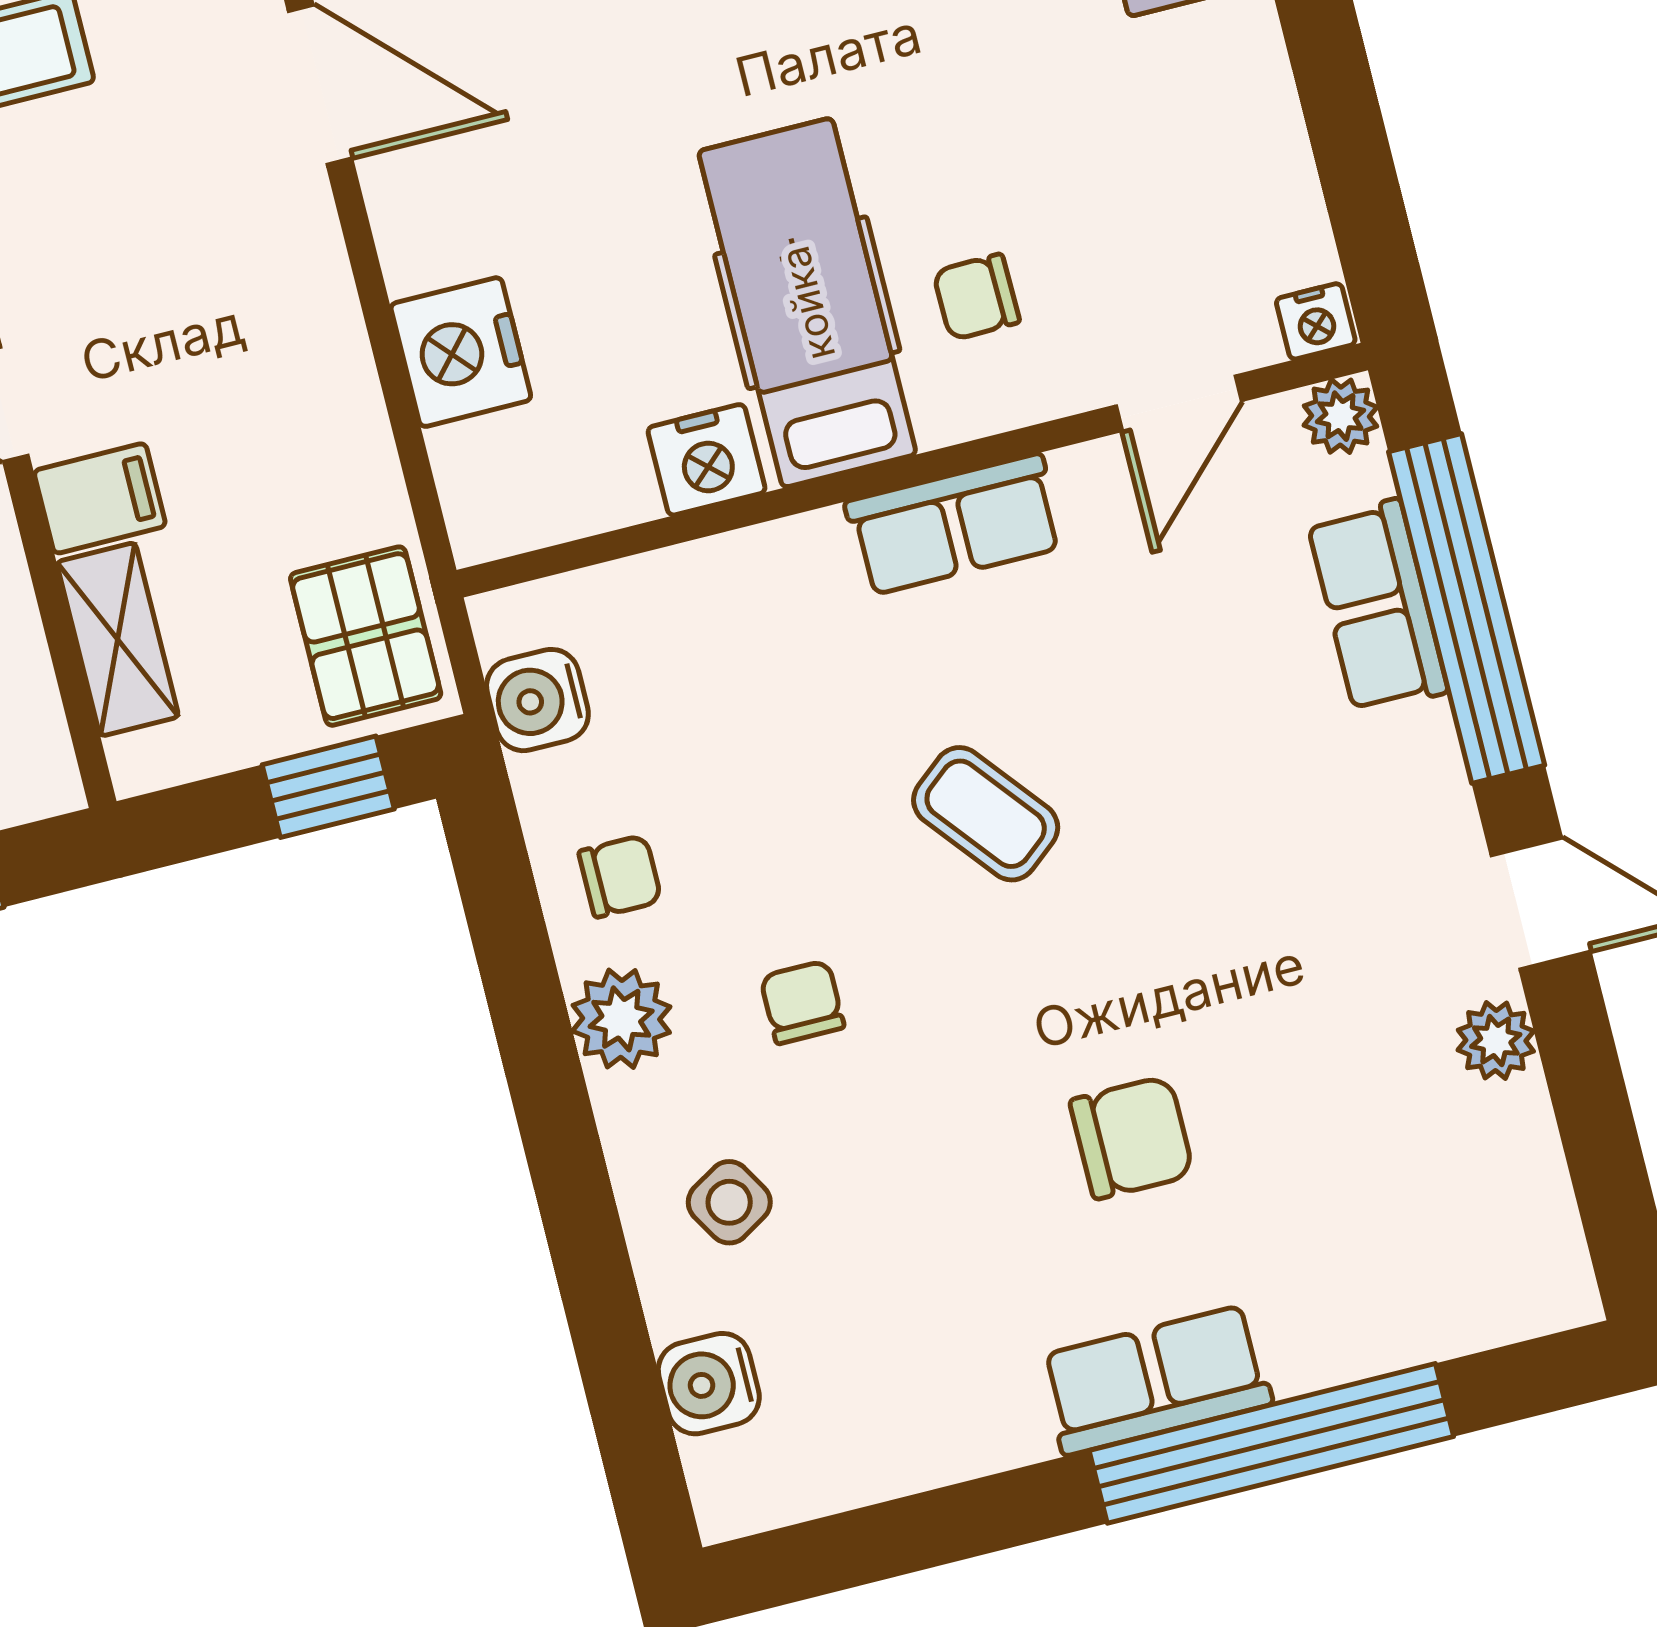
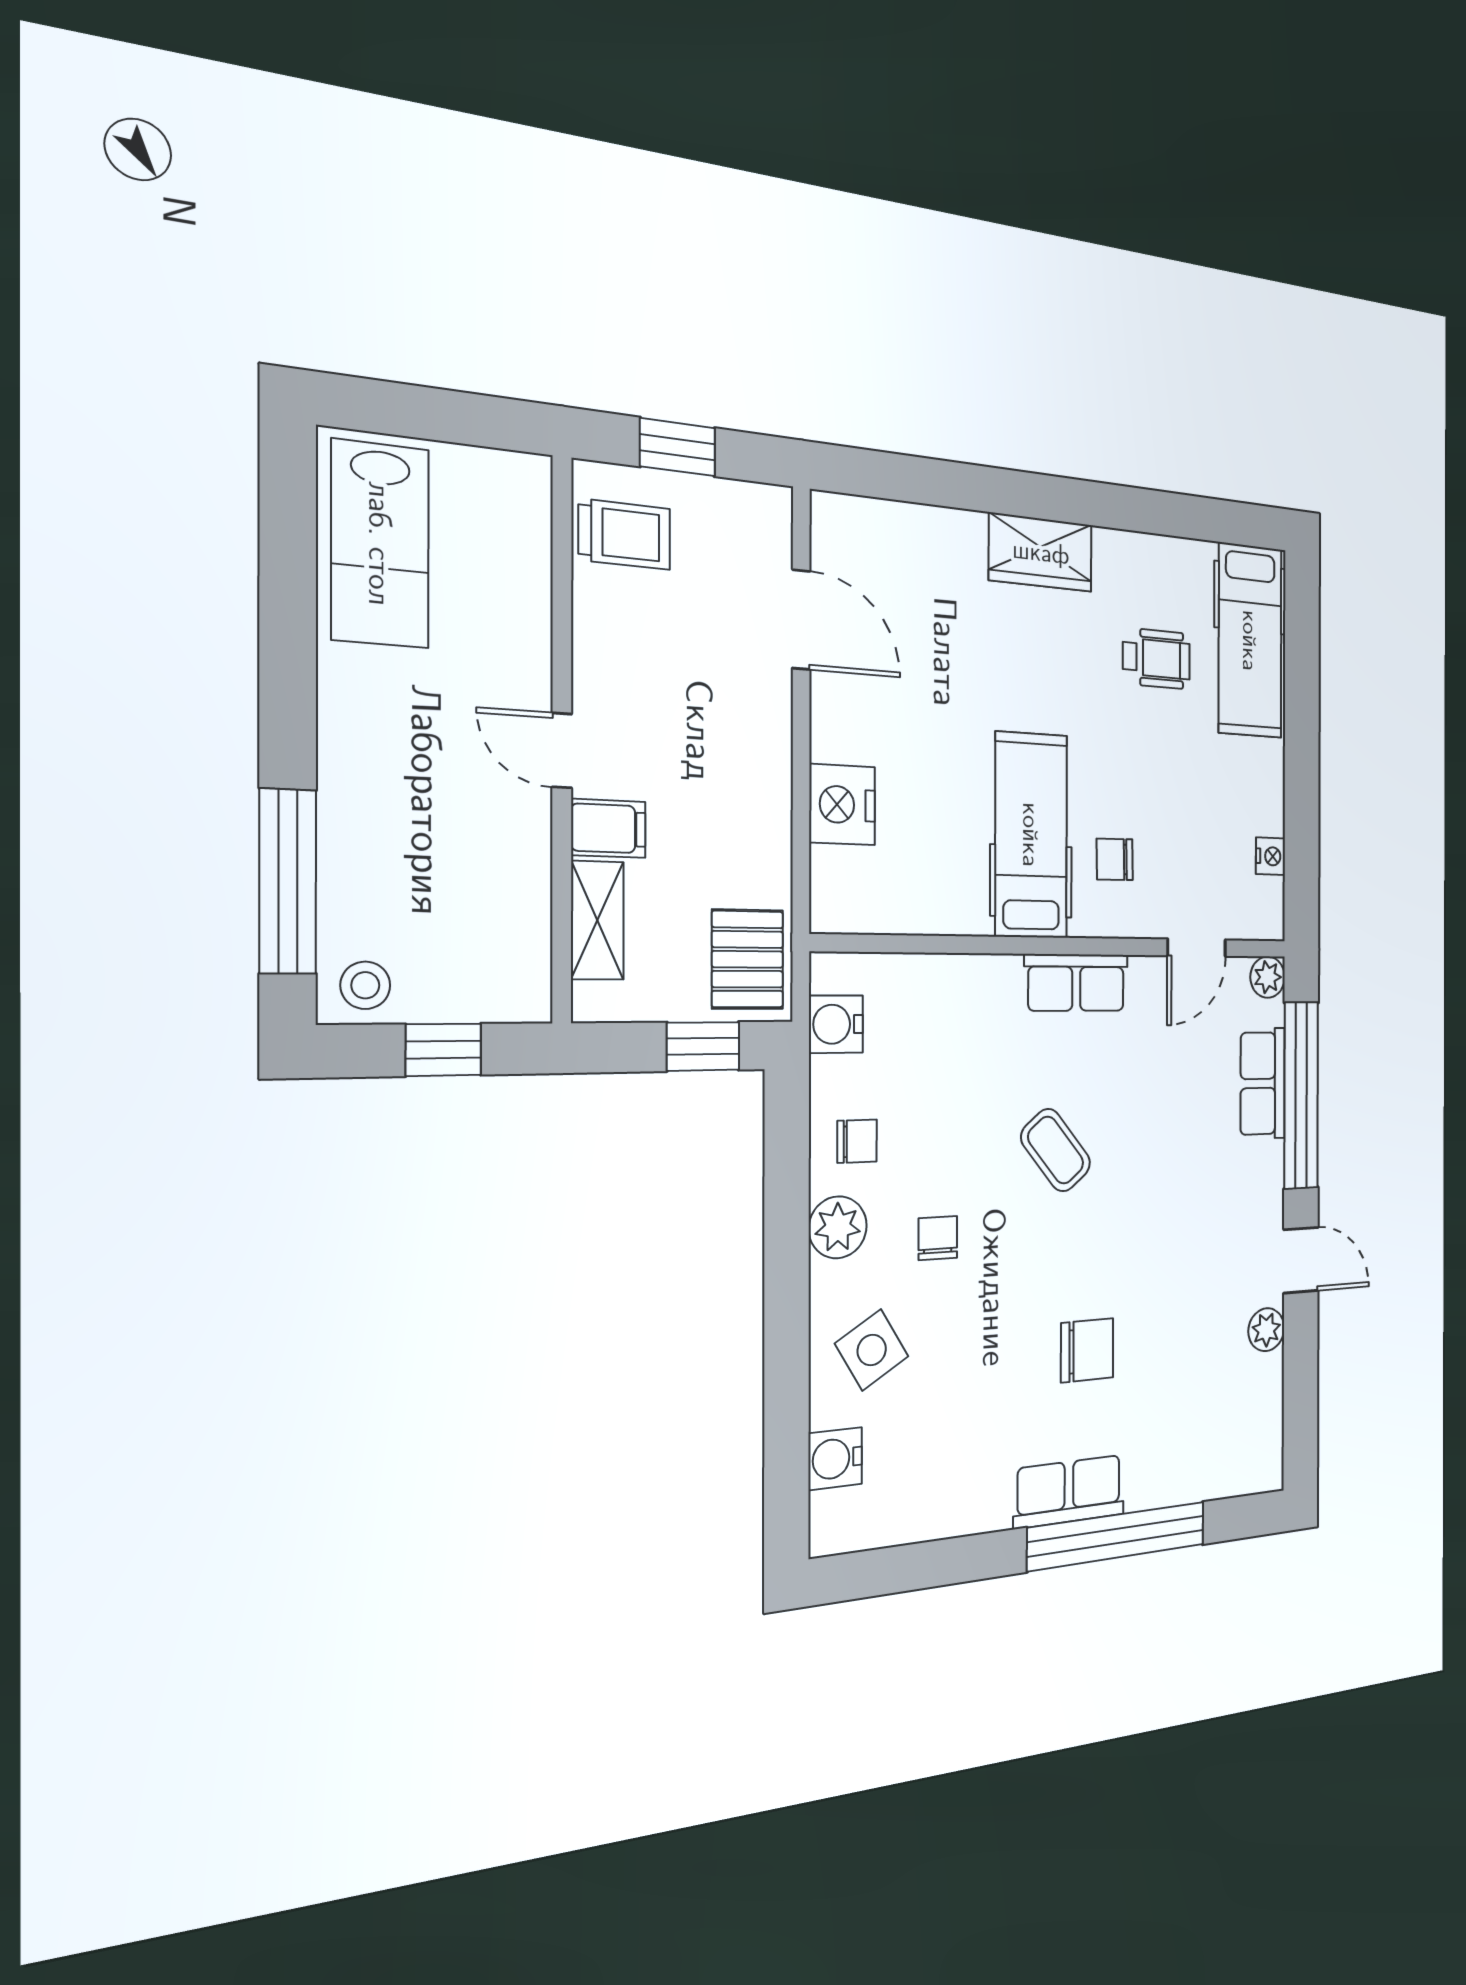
nightstand: (1316, 321) -> (1270, 856), moved, turned -90
nightstand: (707, 460) -> (960, 909), removed
side table: (729, 1202) -> (872, 1350), width x1.37, depth x1.37

